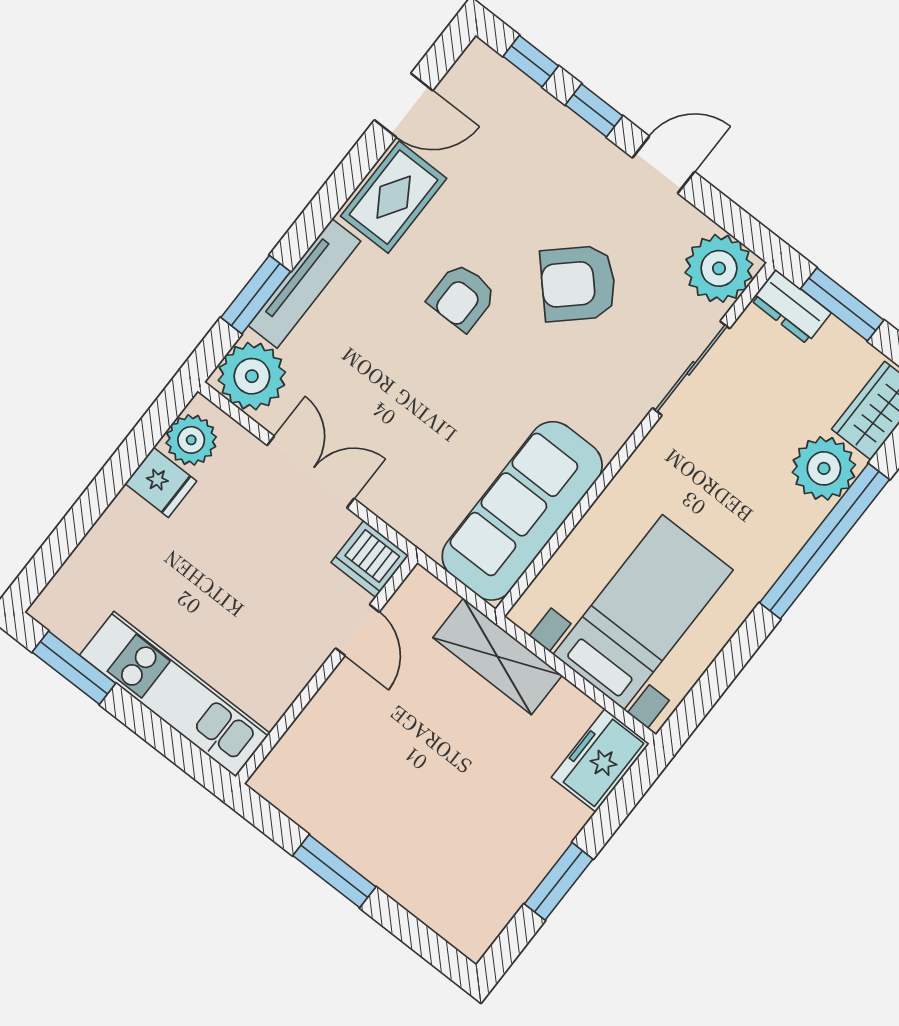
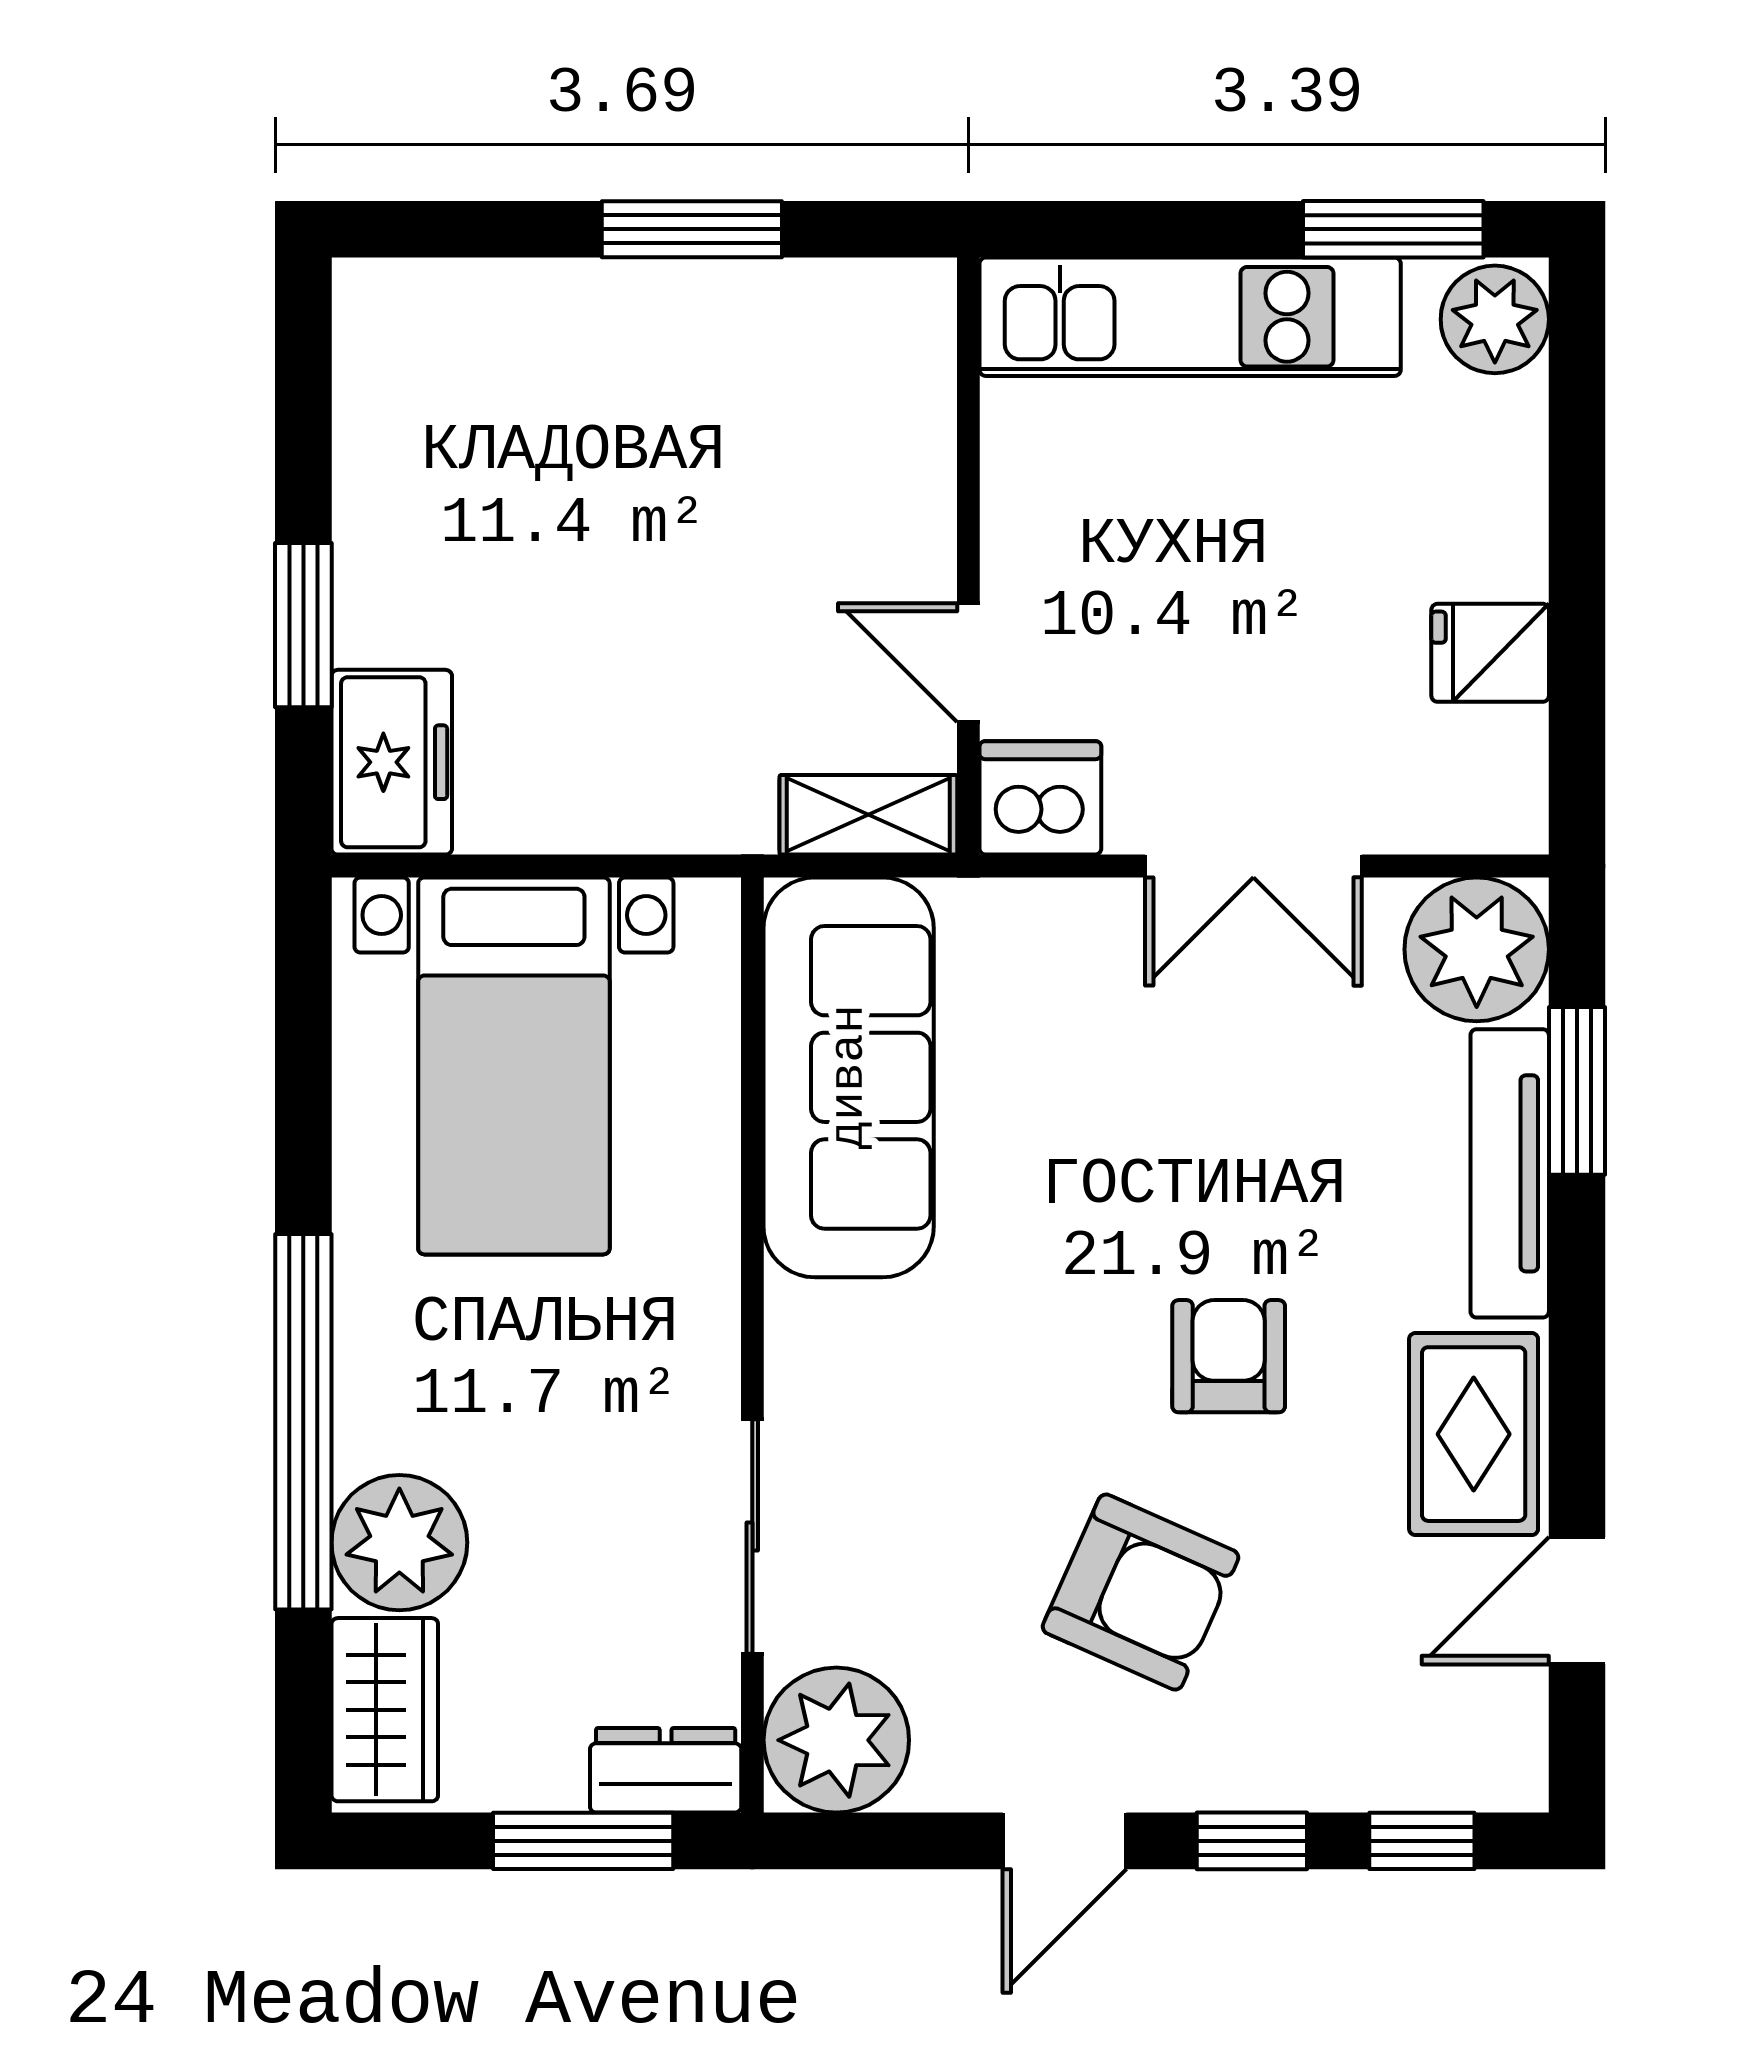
armchair: (578, 283) -> (1141, 1592), moved, turned 67
plant: (191, 440) -> (1495, 319), moved
shelving: (497, 657) -> (868, 815), moved, width x0.67, depth x0.75
window: (559, 881) -> (303, 625), moved

